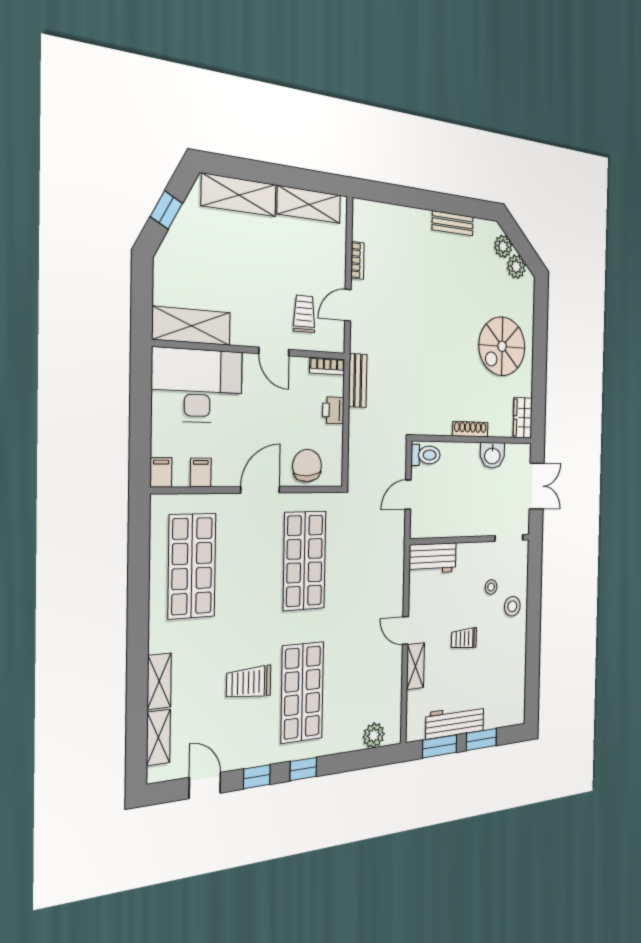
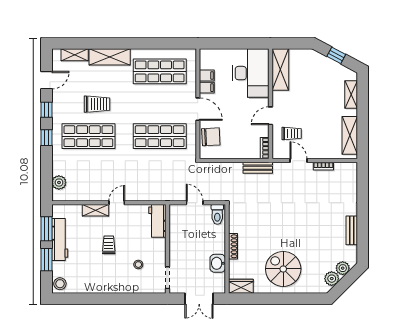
shelving: (239, 195) -> (351, 94), width x0.67, depth x0.75
printer: (333, 410) -> (241, 152), removed
filing cabinet: (161, 473) -> (207, 88), moved
stool: (512, 606) -> (60, 284), moved
shelving: (159, 681) -> (110, 57), width x1.50, depth x1.33
trolley: (249, 682) -> (97, 104), turned 90

